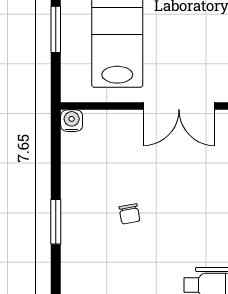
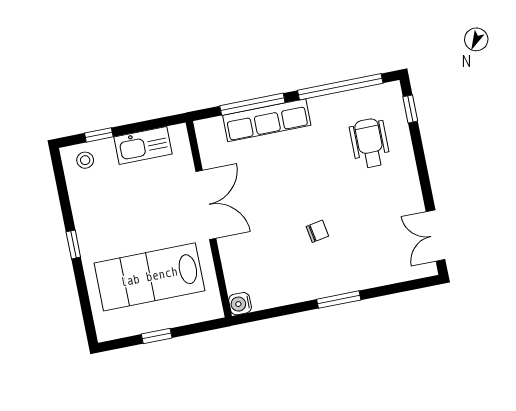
window: (56, 29) -> (157, 336), width x0.67

